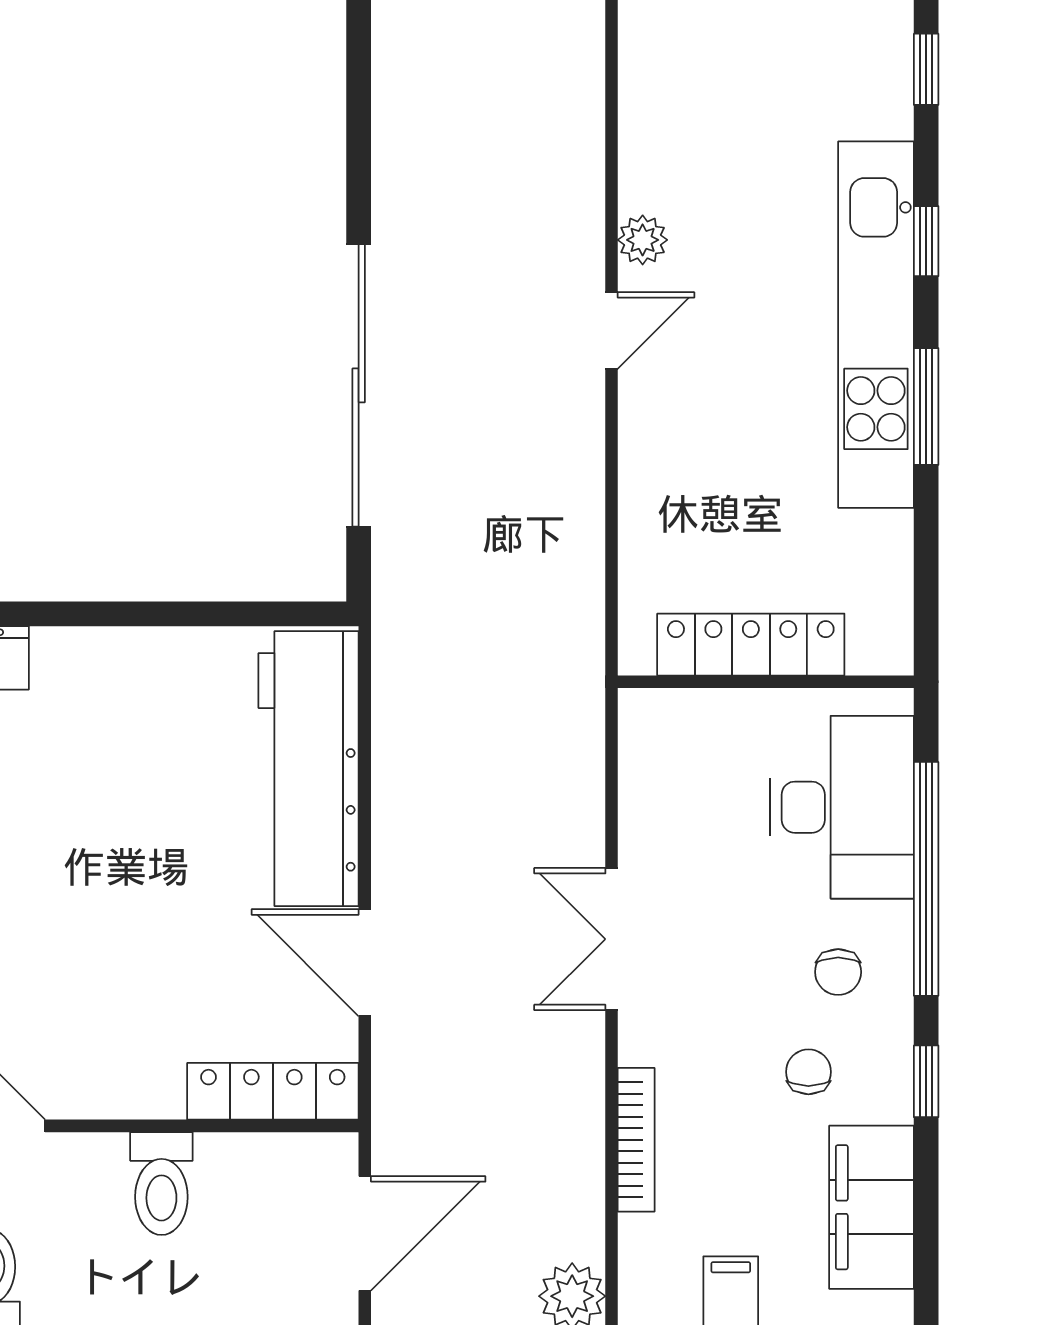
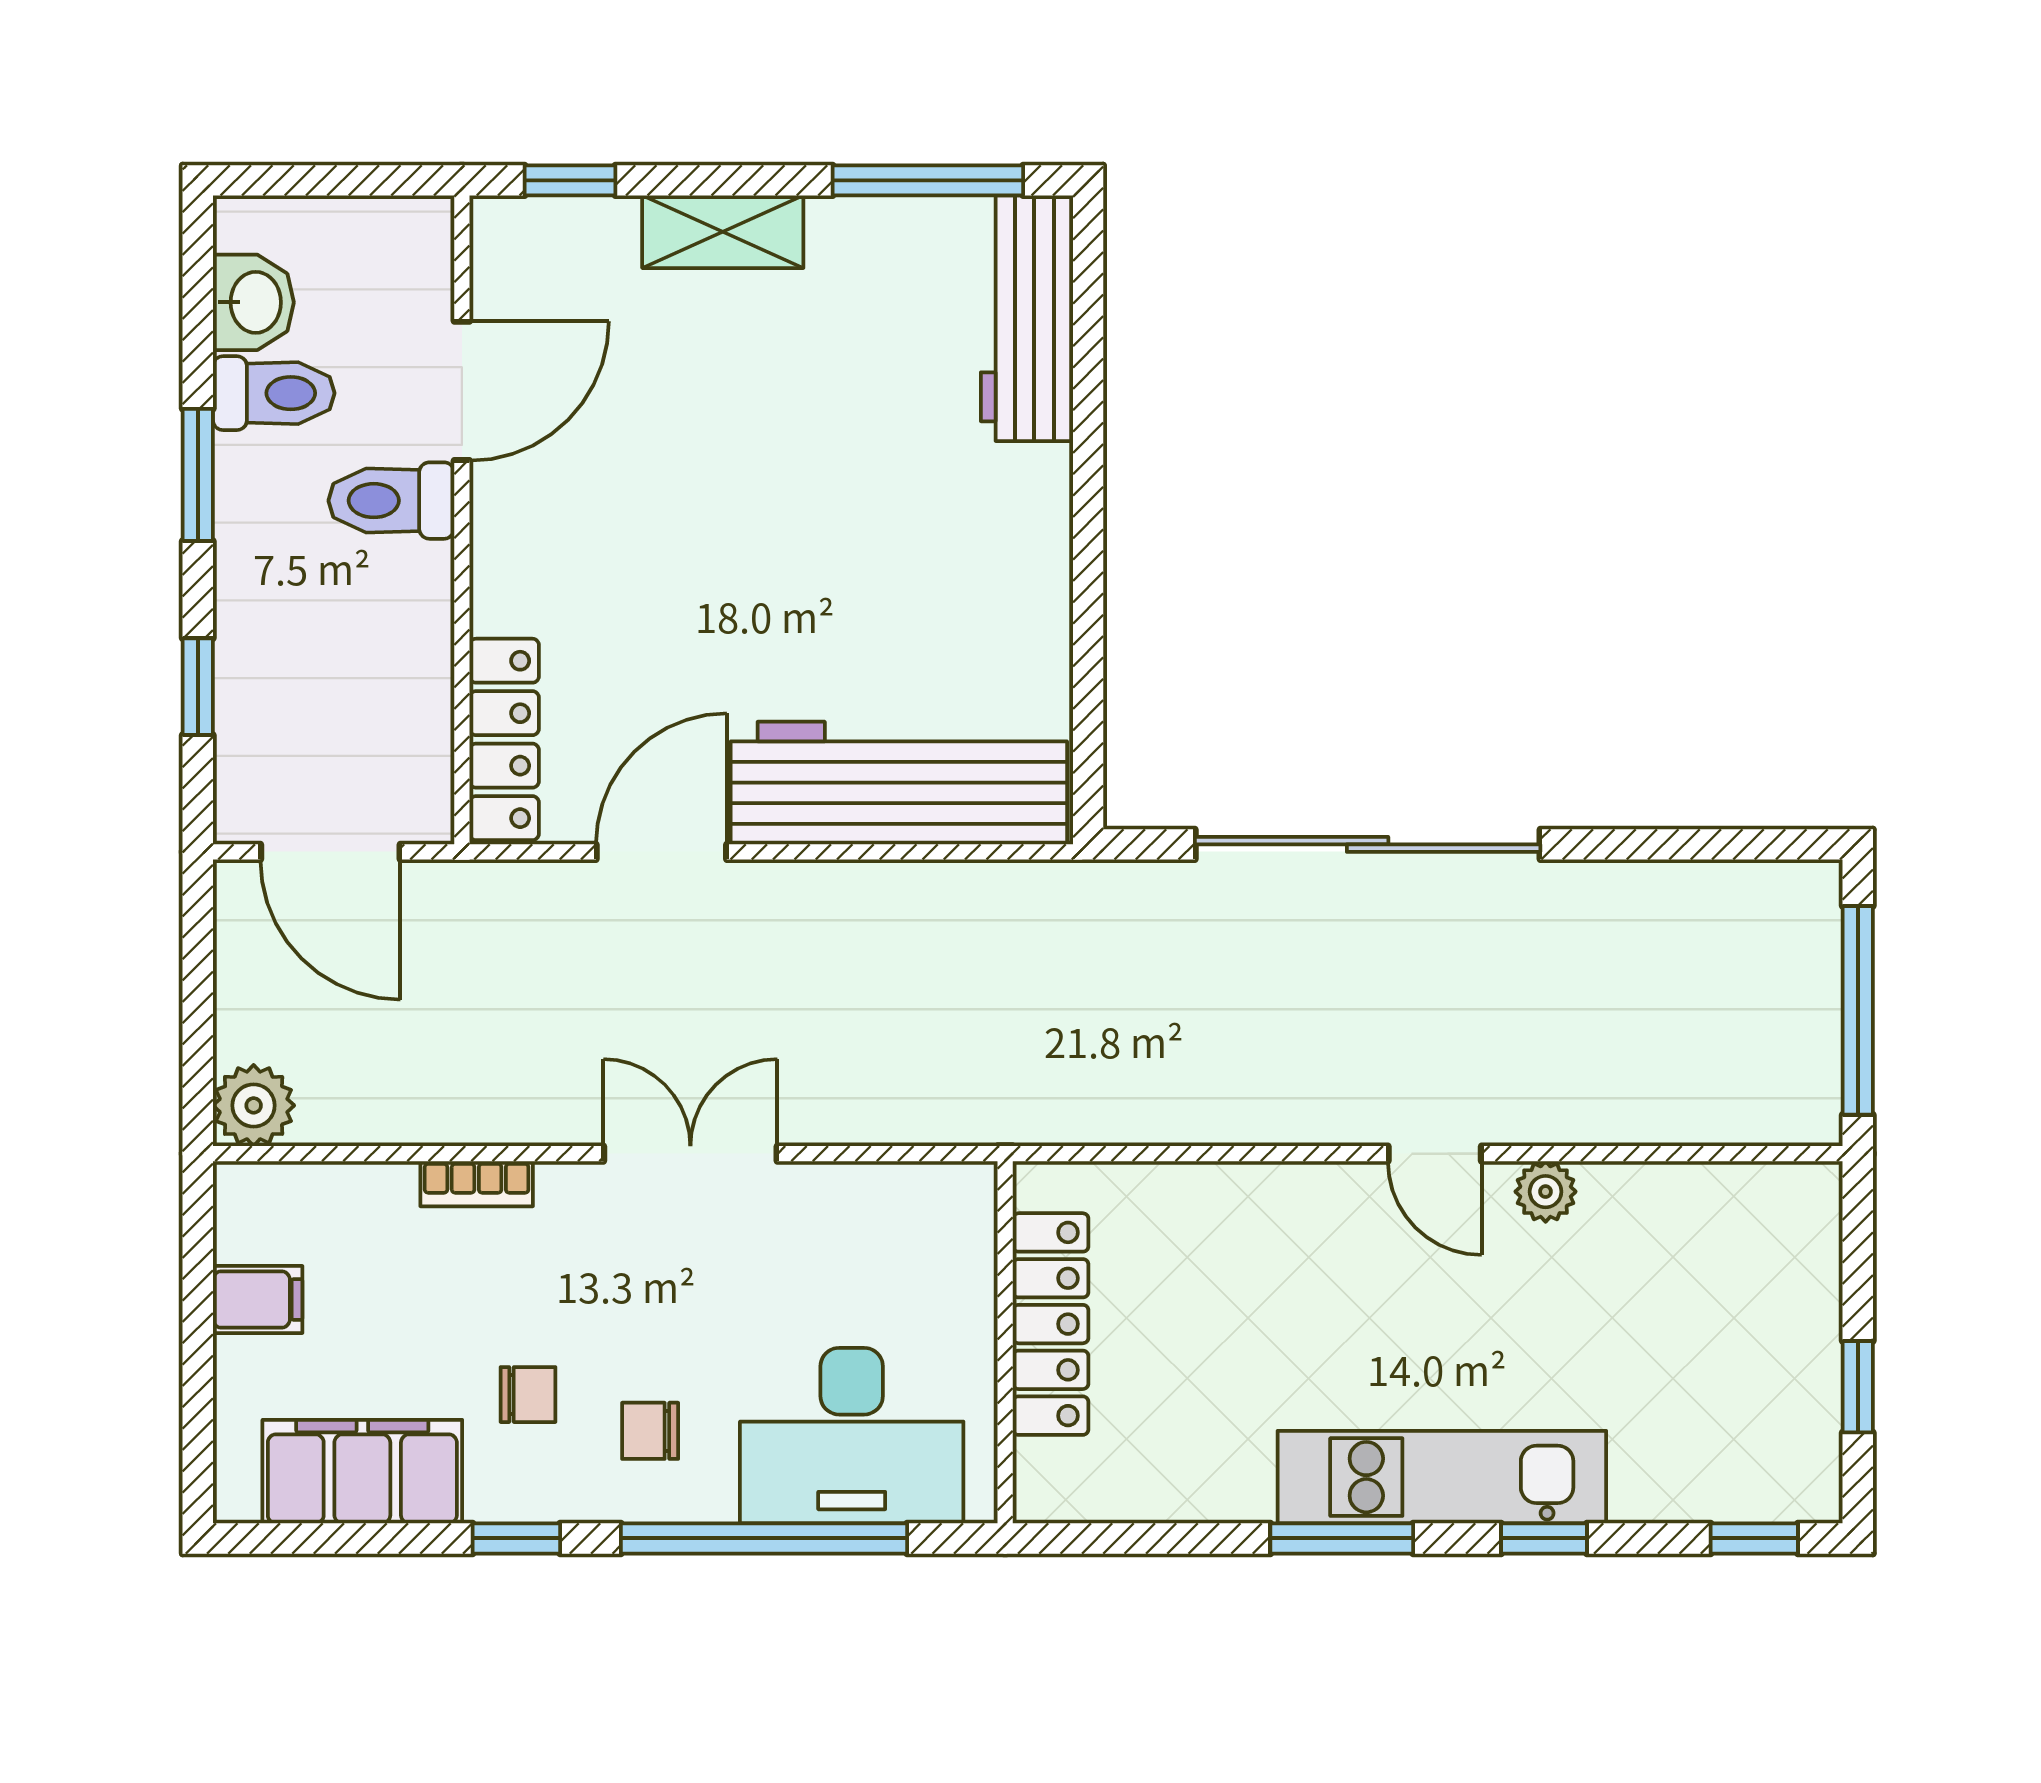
kitchen unit: (876, 325) -> (1442, 1477), width x0.73
bookcase: (636, 1140) -> (477, 1184), width x0.64
toilet: (161, 1184) -> (391, 501), moved

